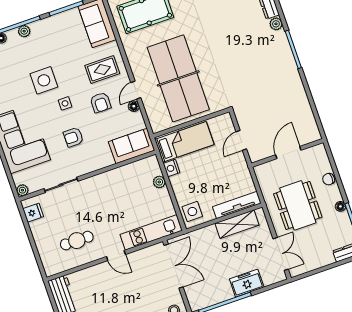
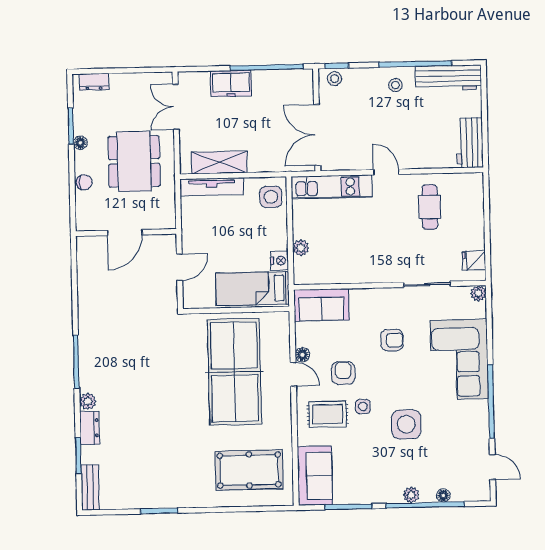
door: (136, 90) -> (293, 374), hinge flipped
side table: (65, 103) -> (363, 406), moved
cafe table: (77, 241) -> (430, 207), turned 90

